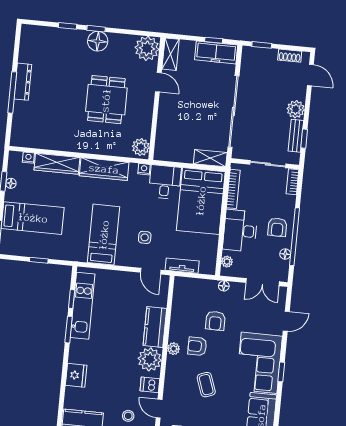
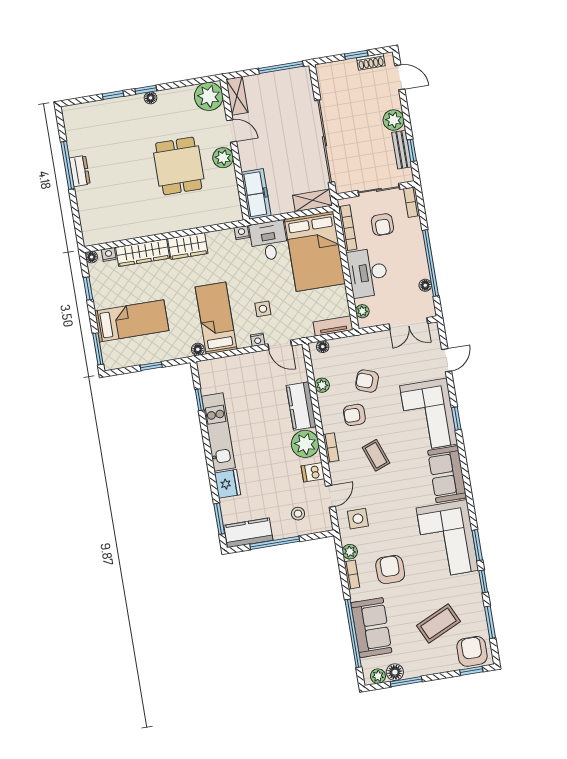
window: (214, 40) -> (281, 67), width x2.17
floor lamp: (98, 41) -> (151, 98), width x0.53, depth x0.53
window: (262, 45) -> (356, 55), moved
freezer: (216, 52) -> (256, 194), moved, turned -90
dresser: (23, 82) -> (80, 171), width x0.70
window: (12, 92) -> (68, 165), moved
plant: (141, 147) -> (223, 158), moved
wardrobe: (104, 169) -> (188, 246), width x0.67
floor lamp: (11, 183) -> (92, 257), moved
armchair: (277, 227) -> (382, 225), moved
floor lamp: (81, 257) -> (198, 349), added
nightstand: (133, 262) -> (258, 340), added
tv unit: (182, 266) -> (333, 326), moved
floor lamp: (224, 286) -> (323, 347), moved
kitchen unit: (83, 306) -> (218, 432), moved
armchair: (215, 321) -> (367, 381), turned 110
window: (69, 330) -> (219, 519), moved
plant: (174, 349) -> (322, 385), moved
bookcase: (170, 368) -> (331, 448), added
door: (159, 409) -> (330, 496), swing flipped

